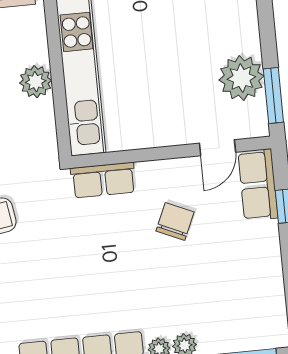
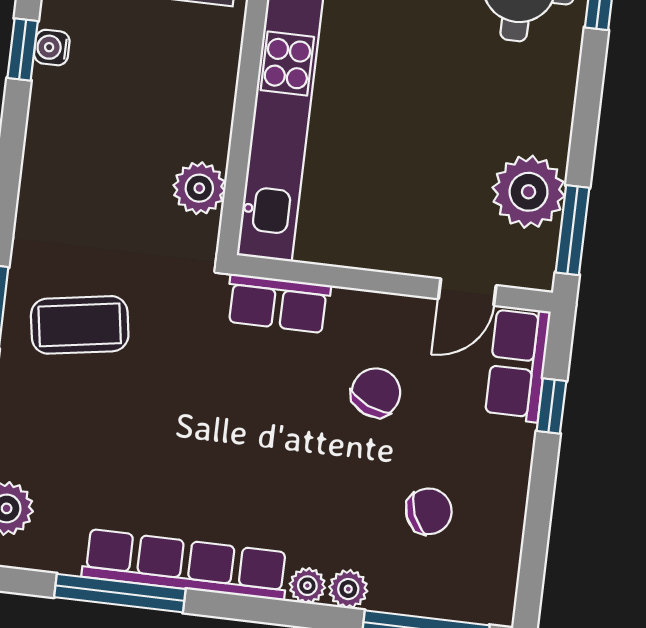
plant: (36, 82) -> (199, 188), moved
chair: (223, 287) -> (429, 511), added

